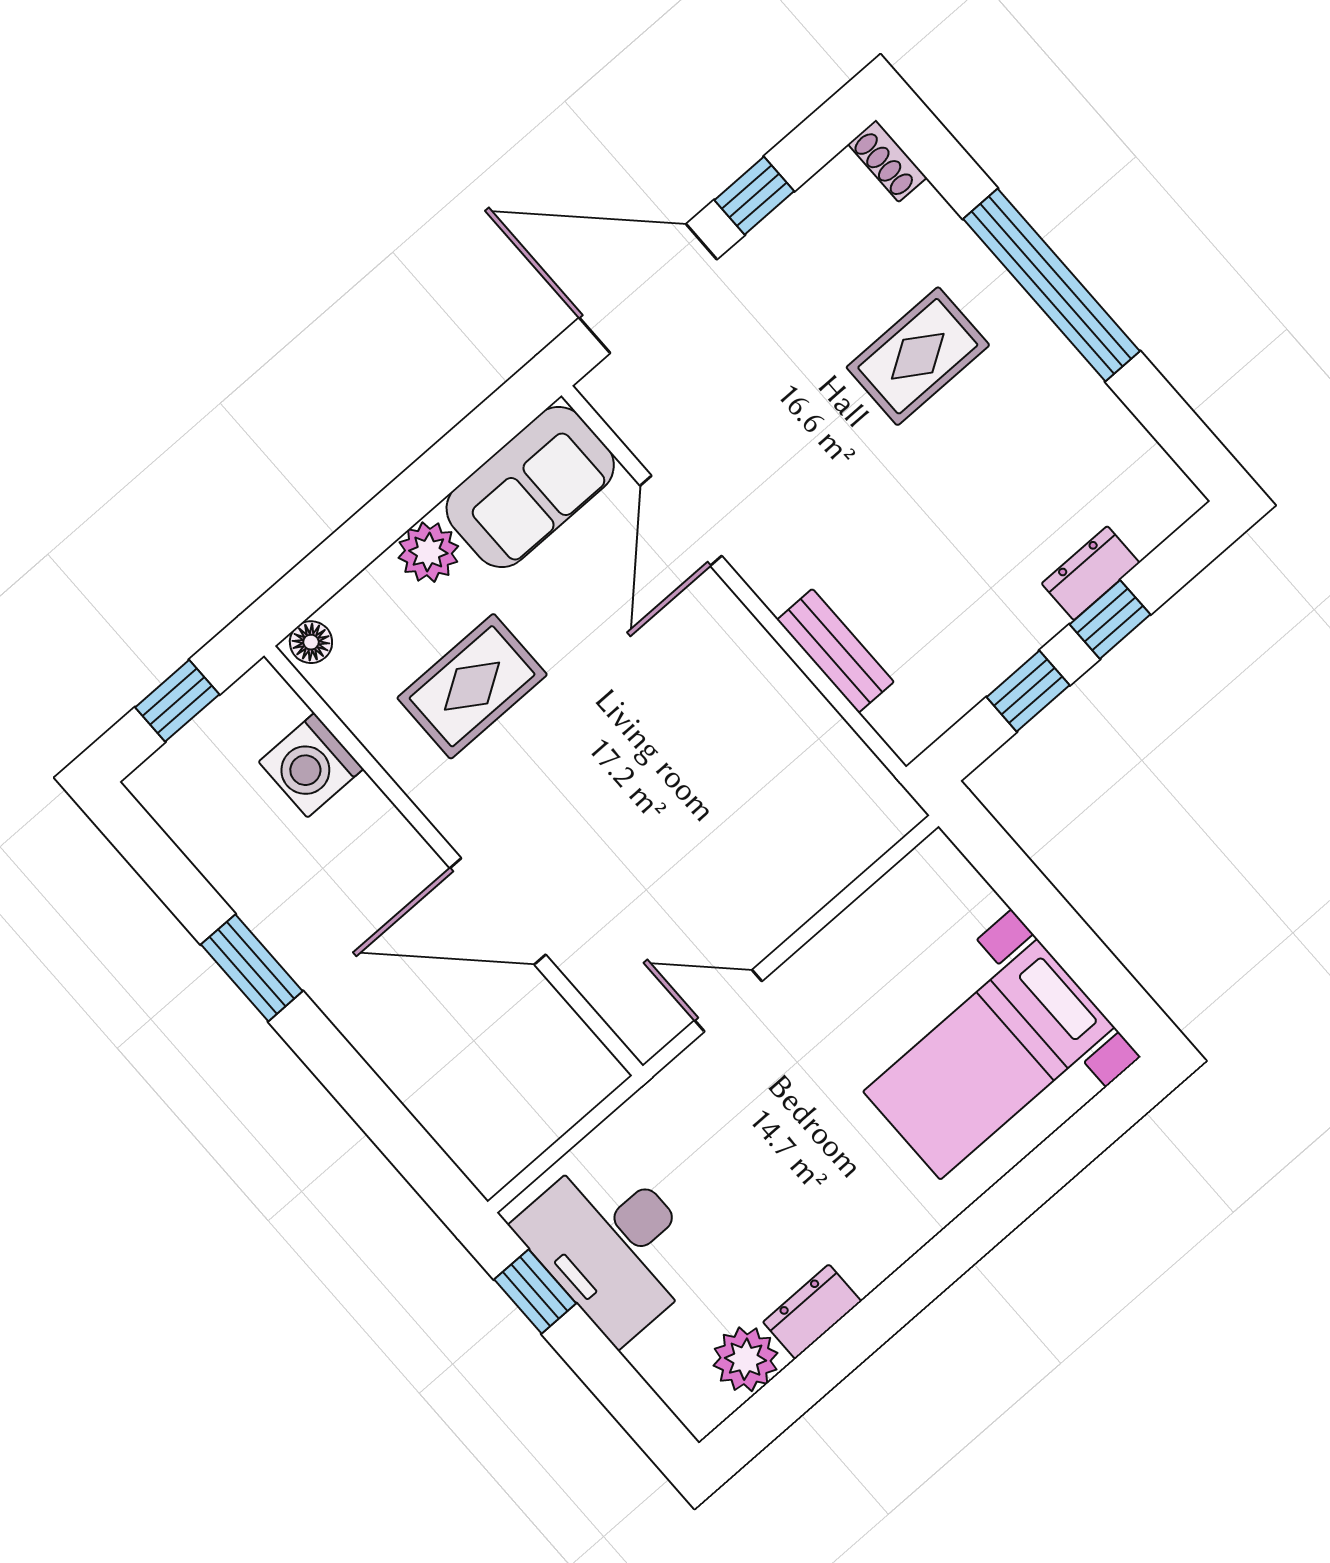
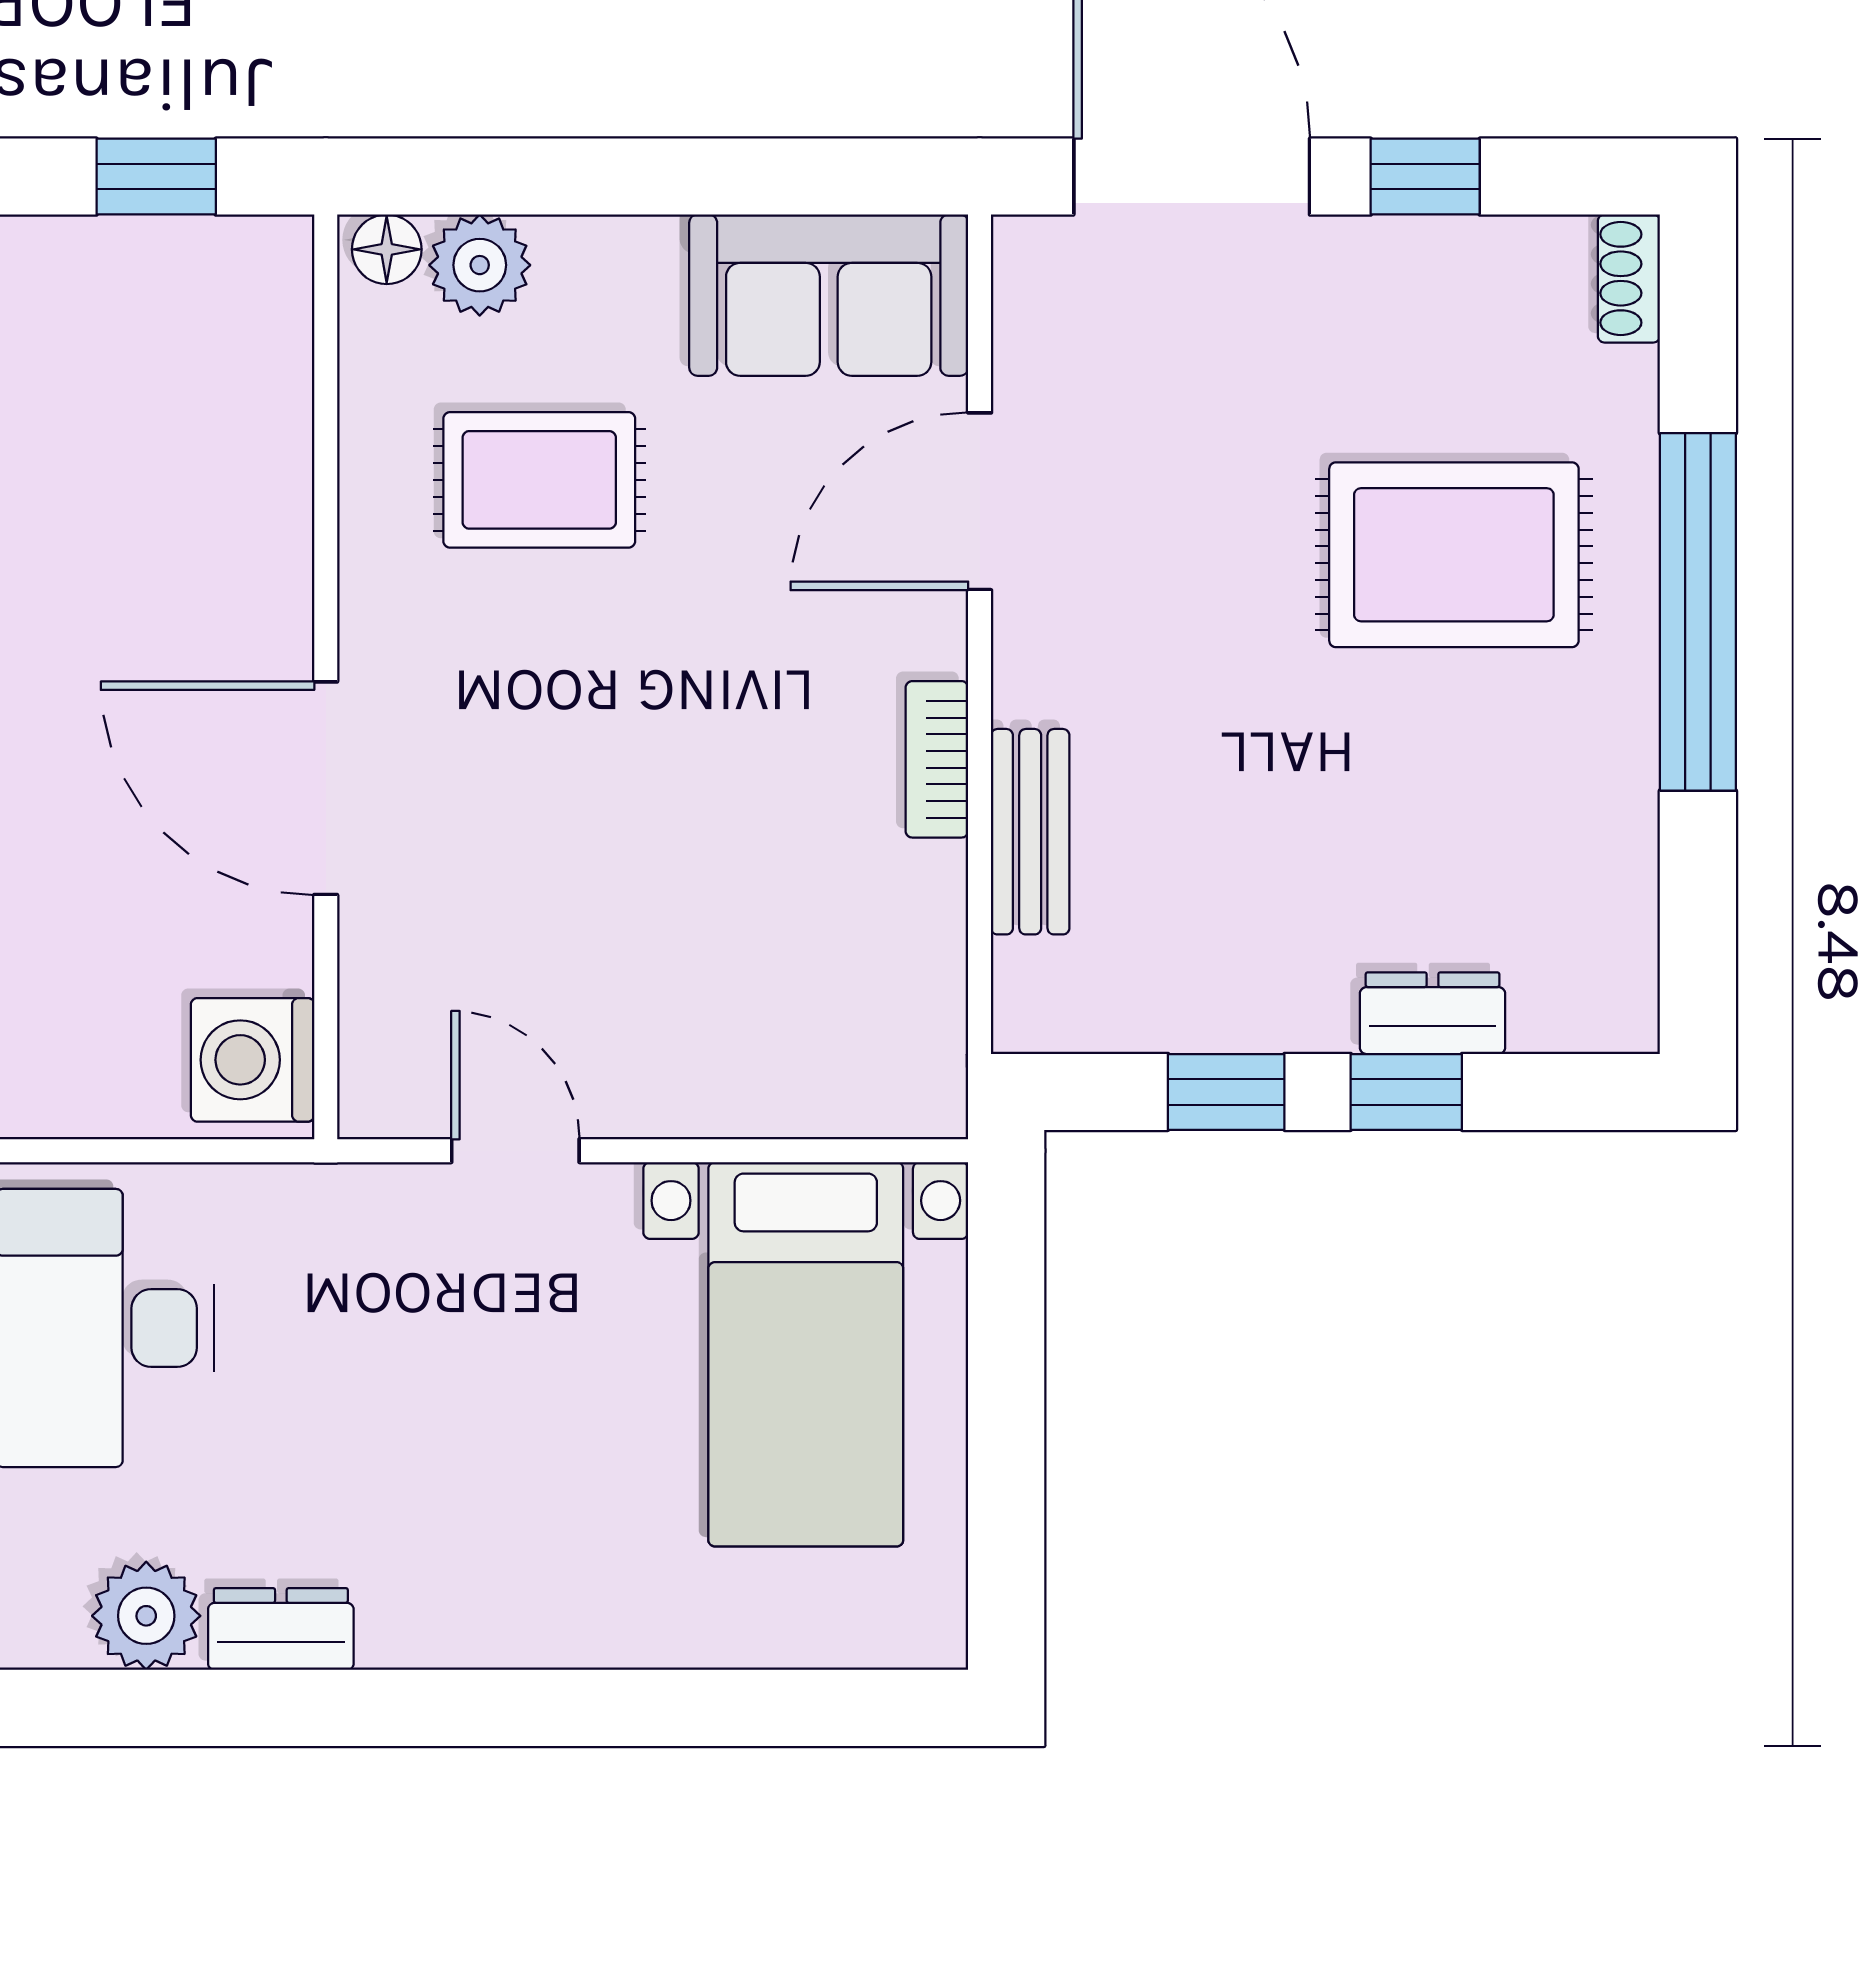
rug: (918, 356) -> (1454, 555), width x1.36, depth x1.43
plant: (428, 552) -> (480, 265), moved
bookcase: (764, 655) -> (937, 759), added
washing machine: (311, 765) -> (253, 1060), moved
bed with nightstands: (989, 1059) -> (806, 1354), moved, turned -90

